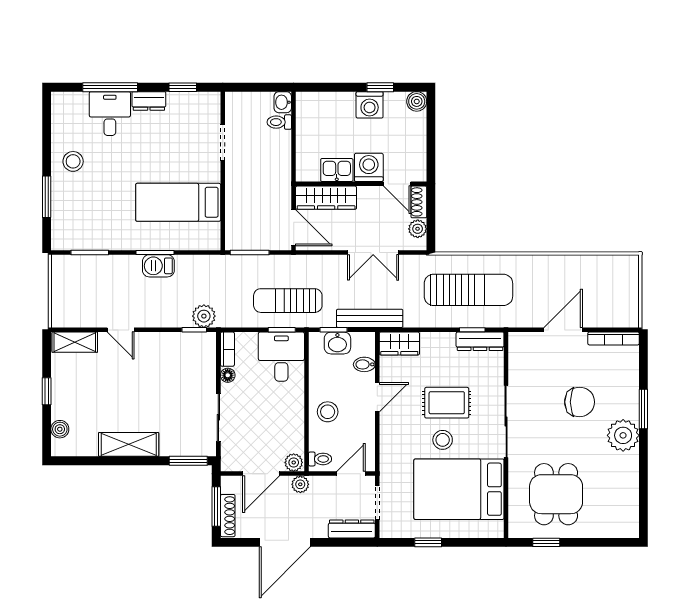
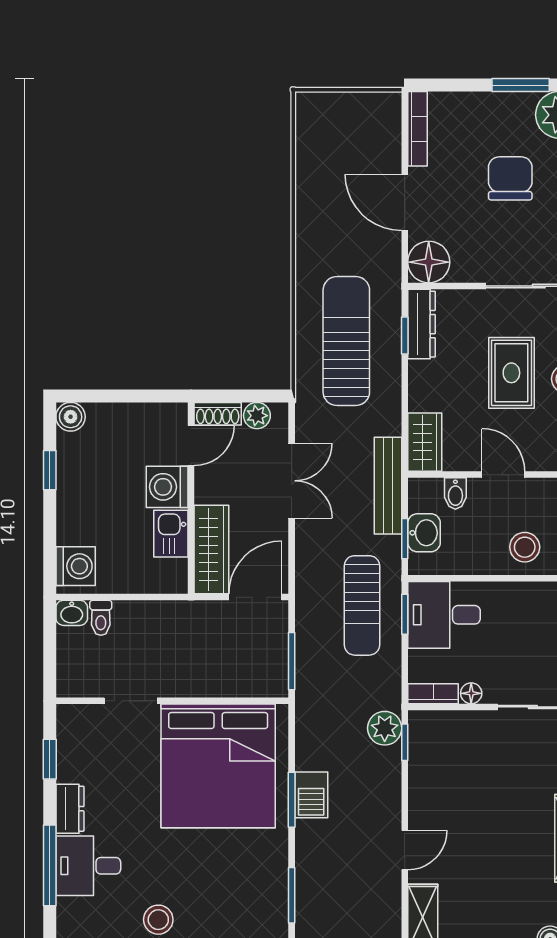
washing machine: (370, 105) -> (76, 566), moved
bed: (178, 202) -> (218, 766), width x2.04
floor lamp: (522, 346) -> (429, 262), added

